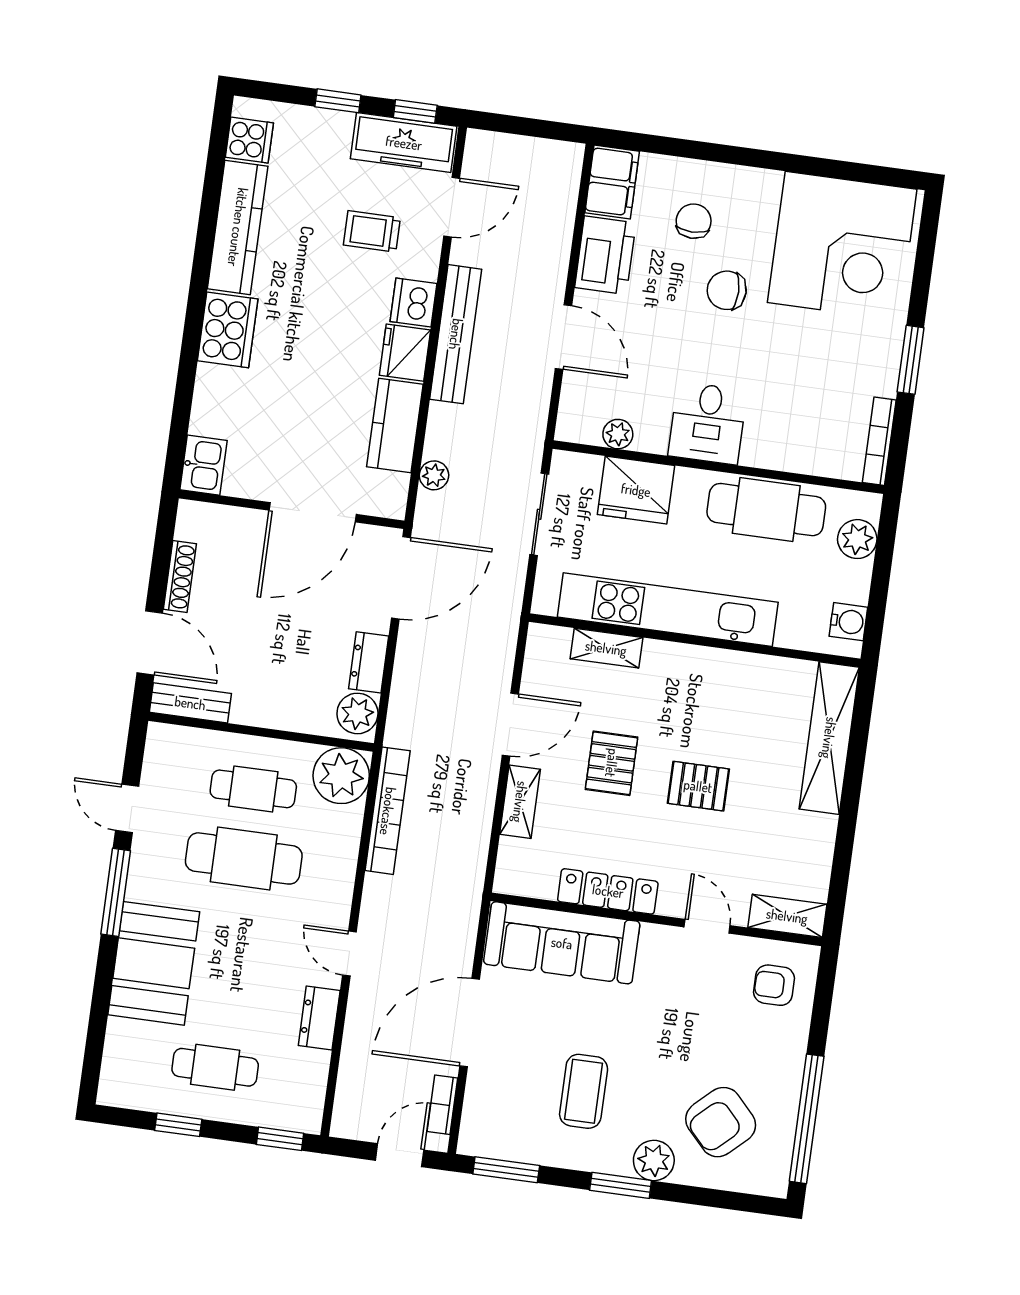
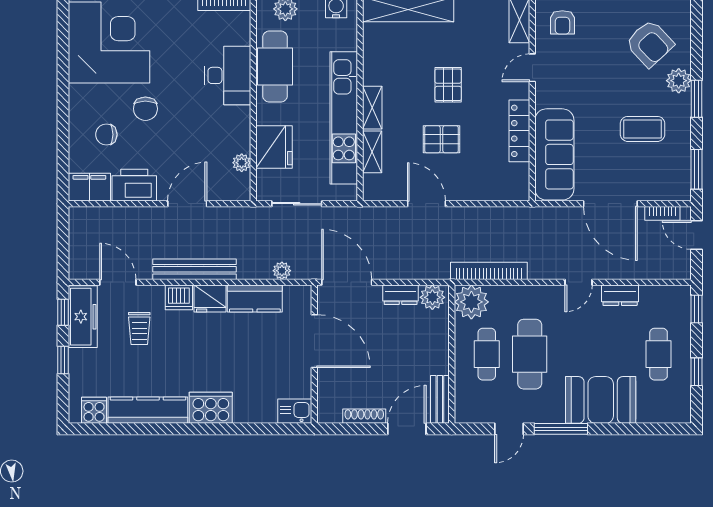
desk: (708, 423) -> (227, 75), moved, width x1.37
shelving: (520, 802) -> (372, 108), moved, turned 90

